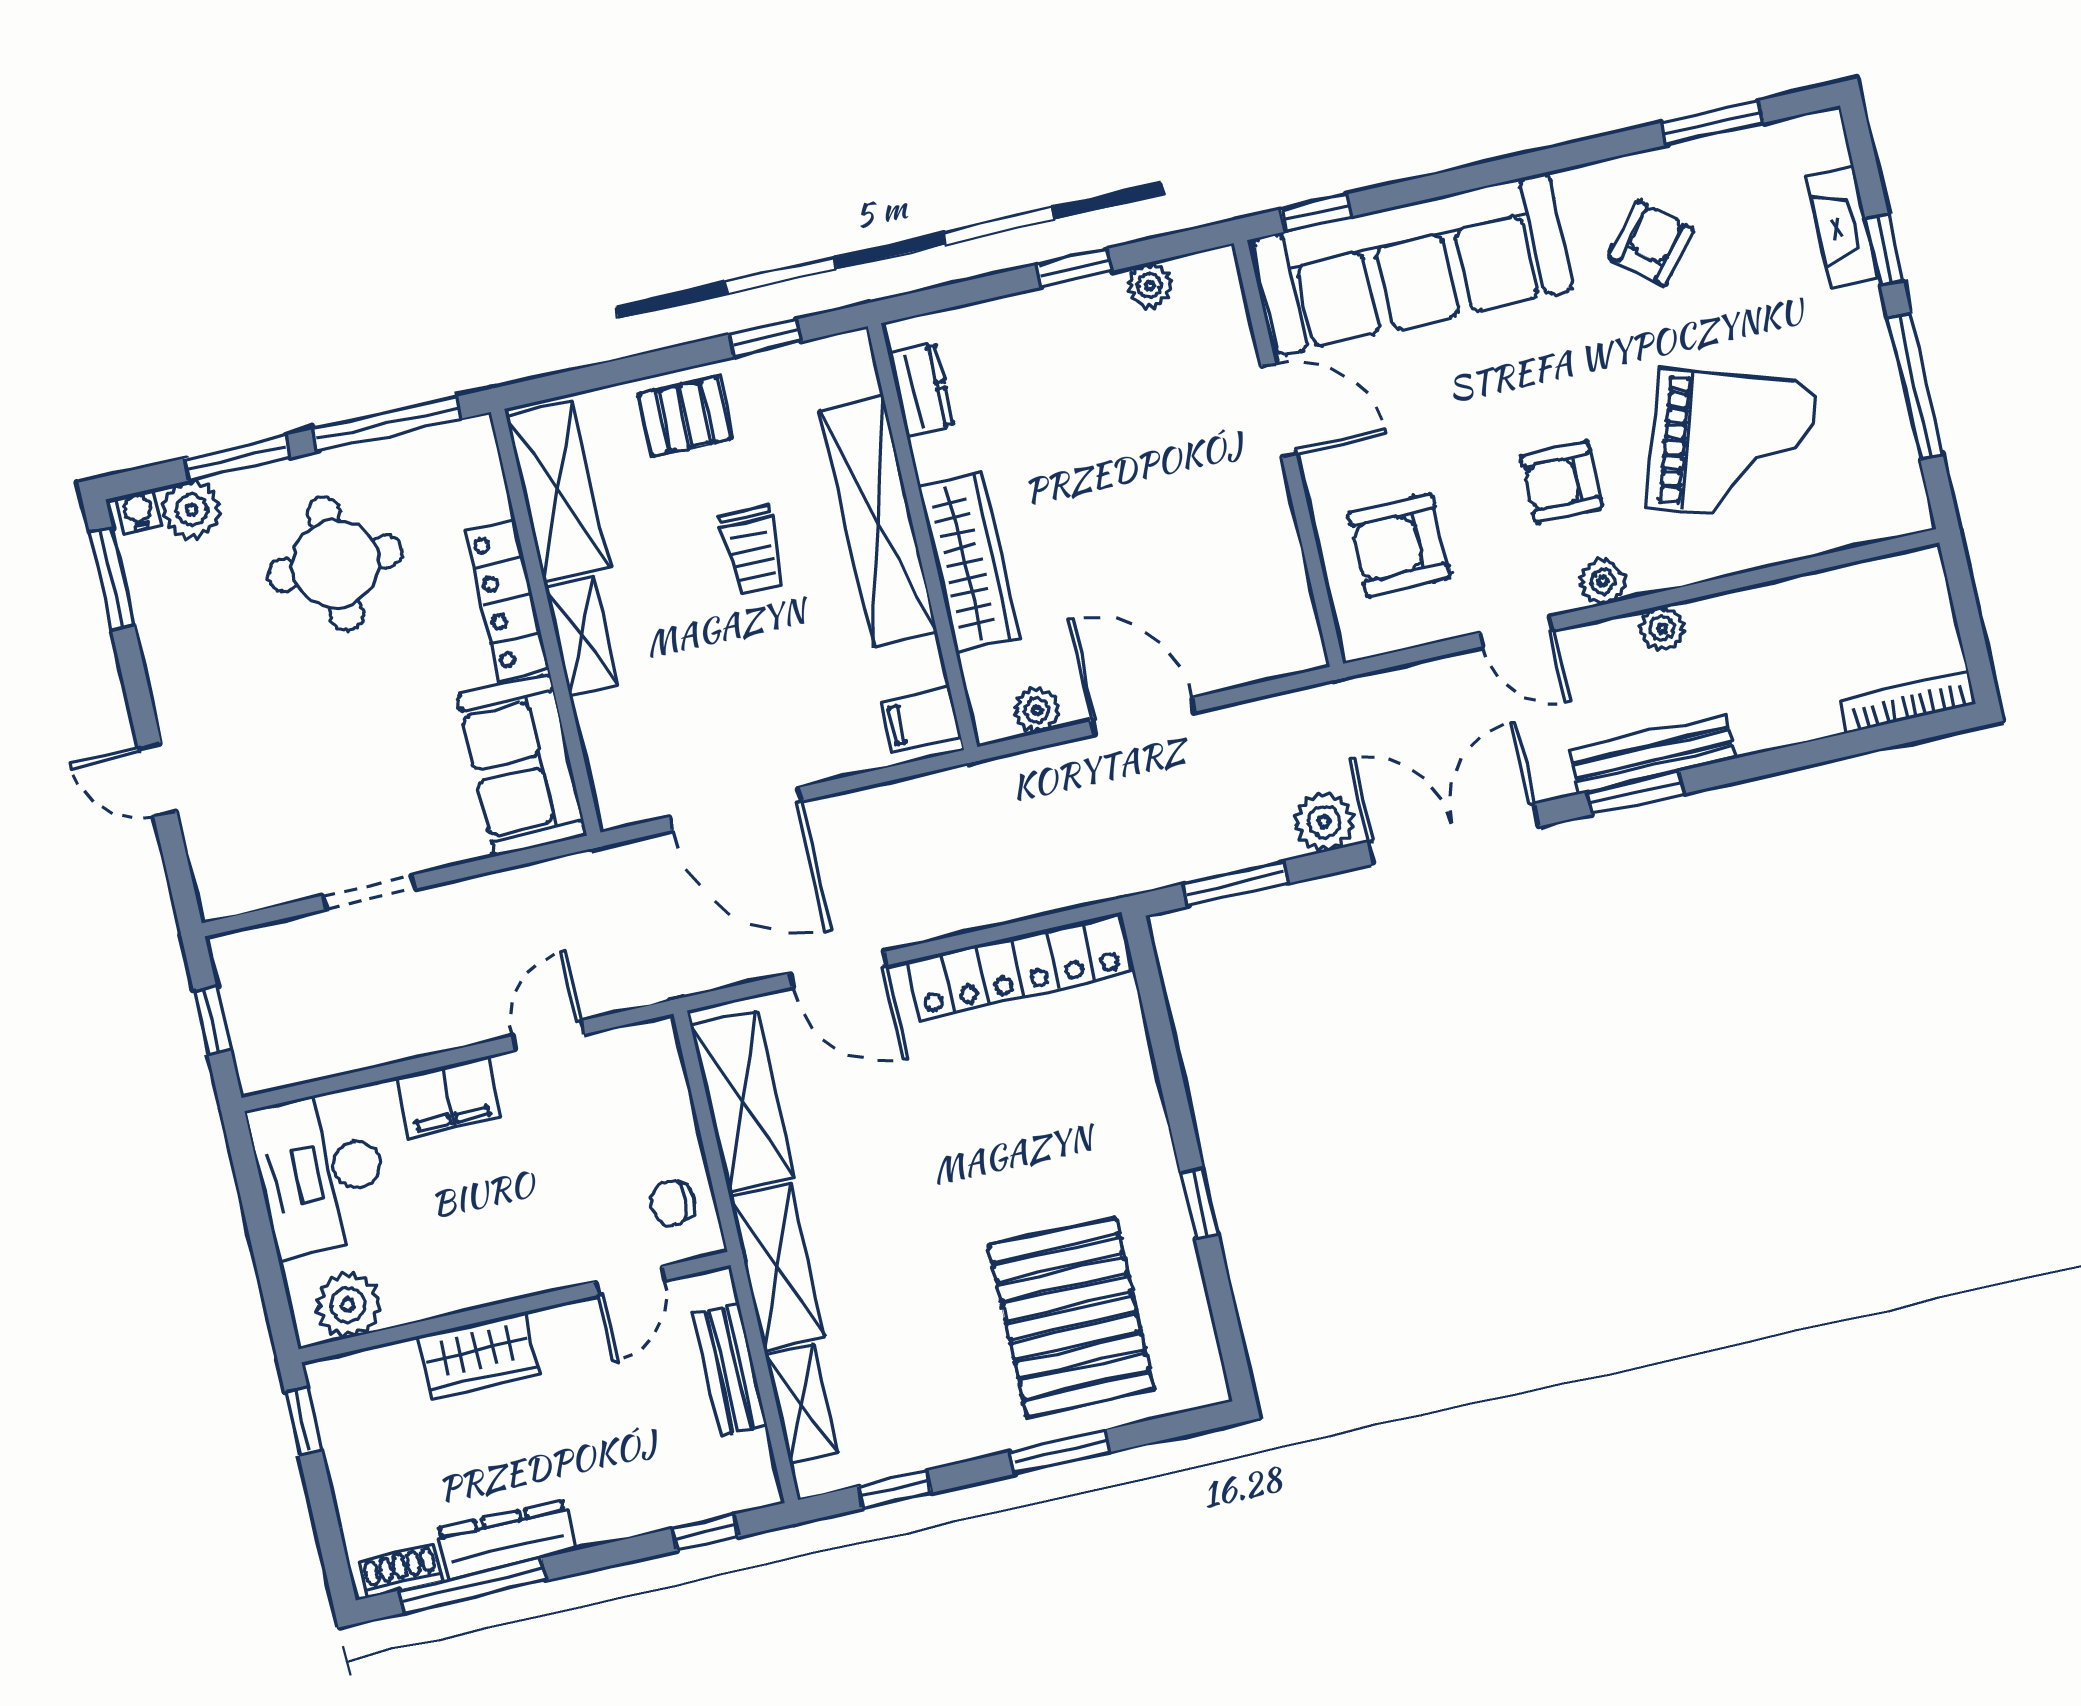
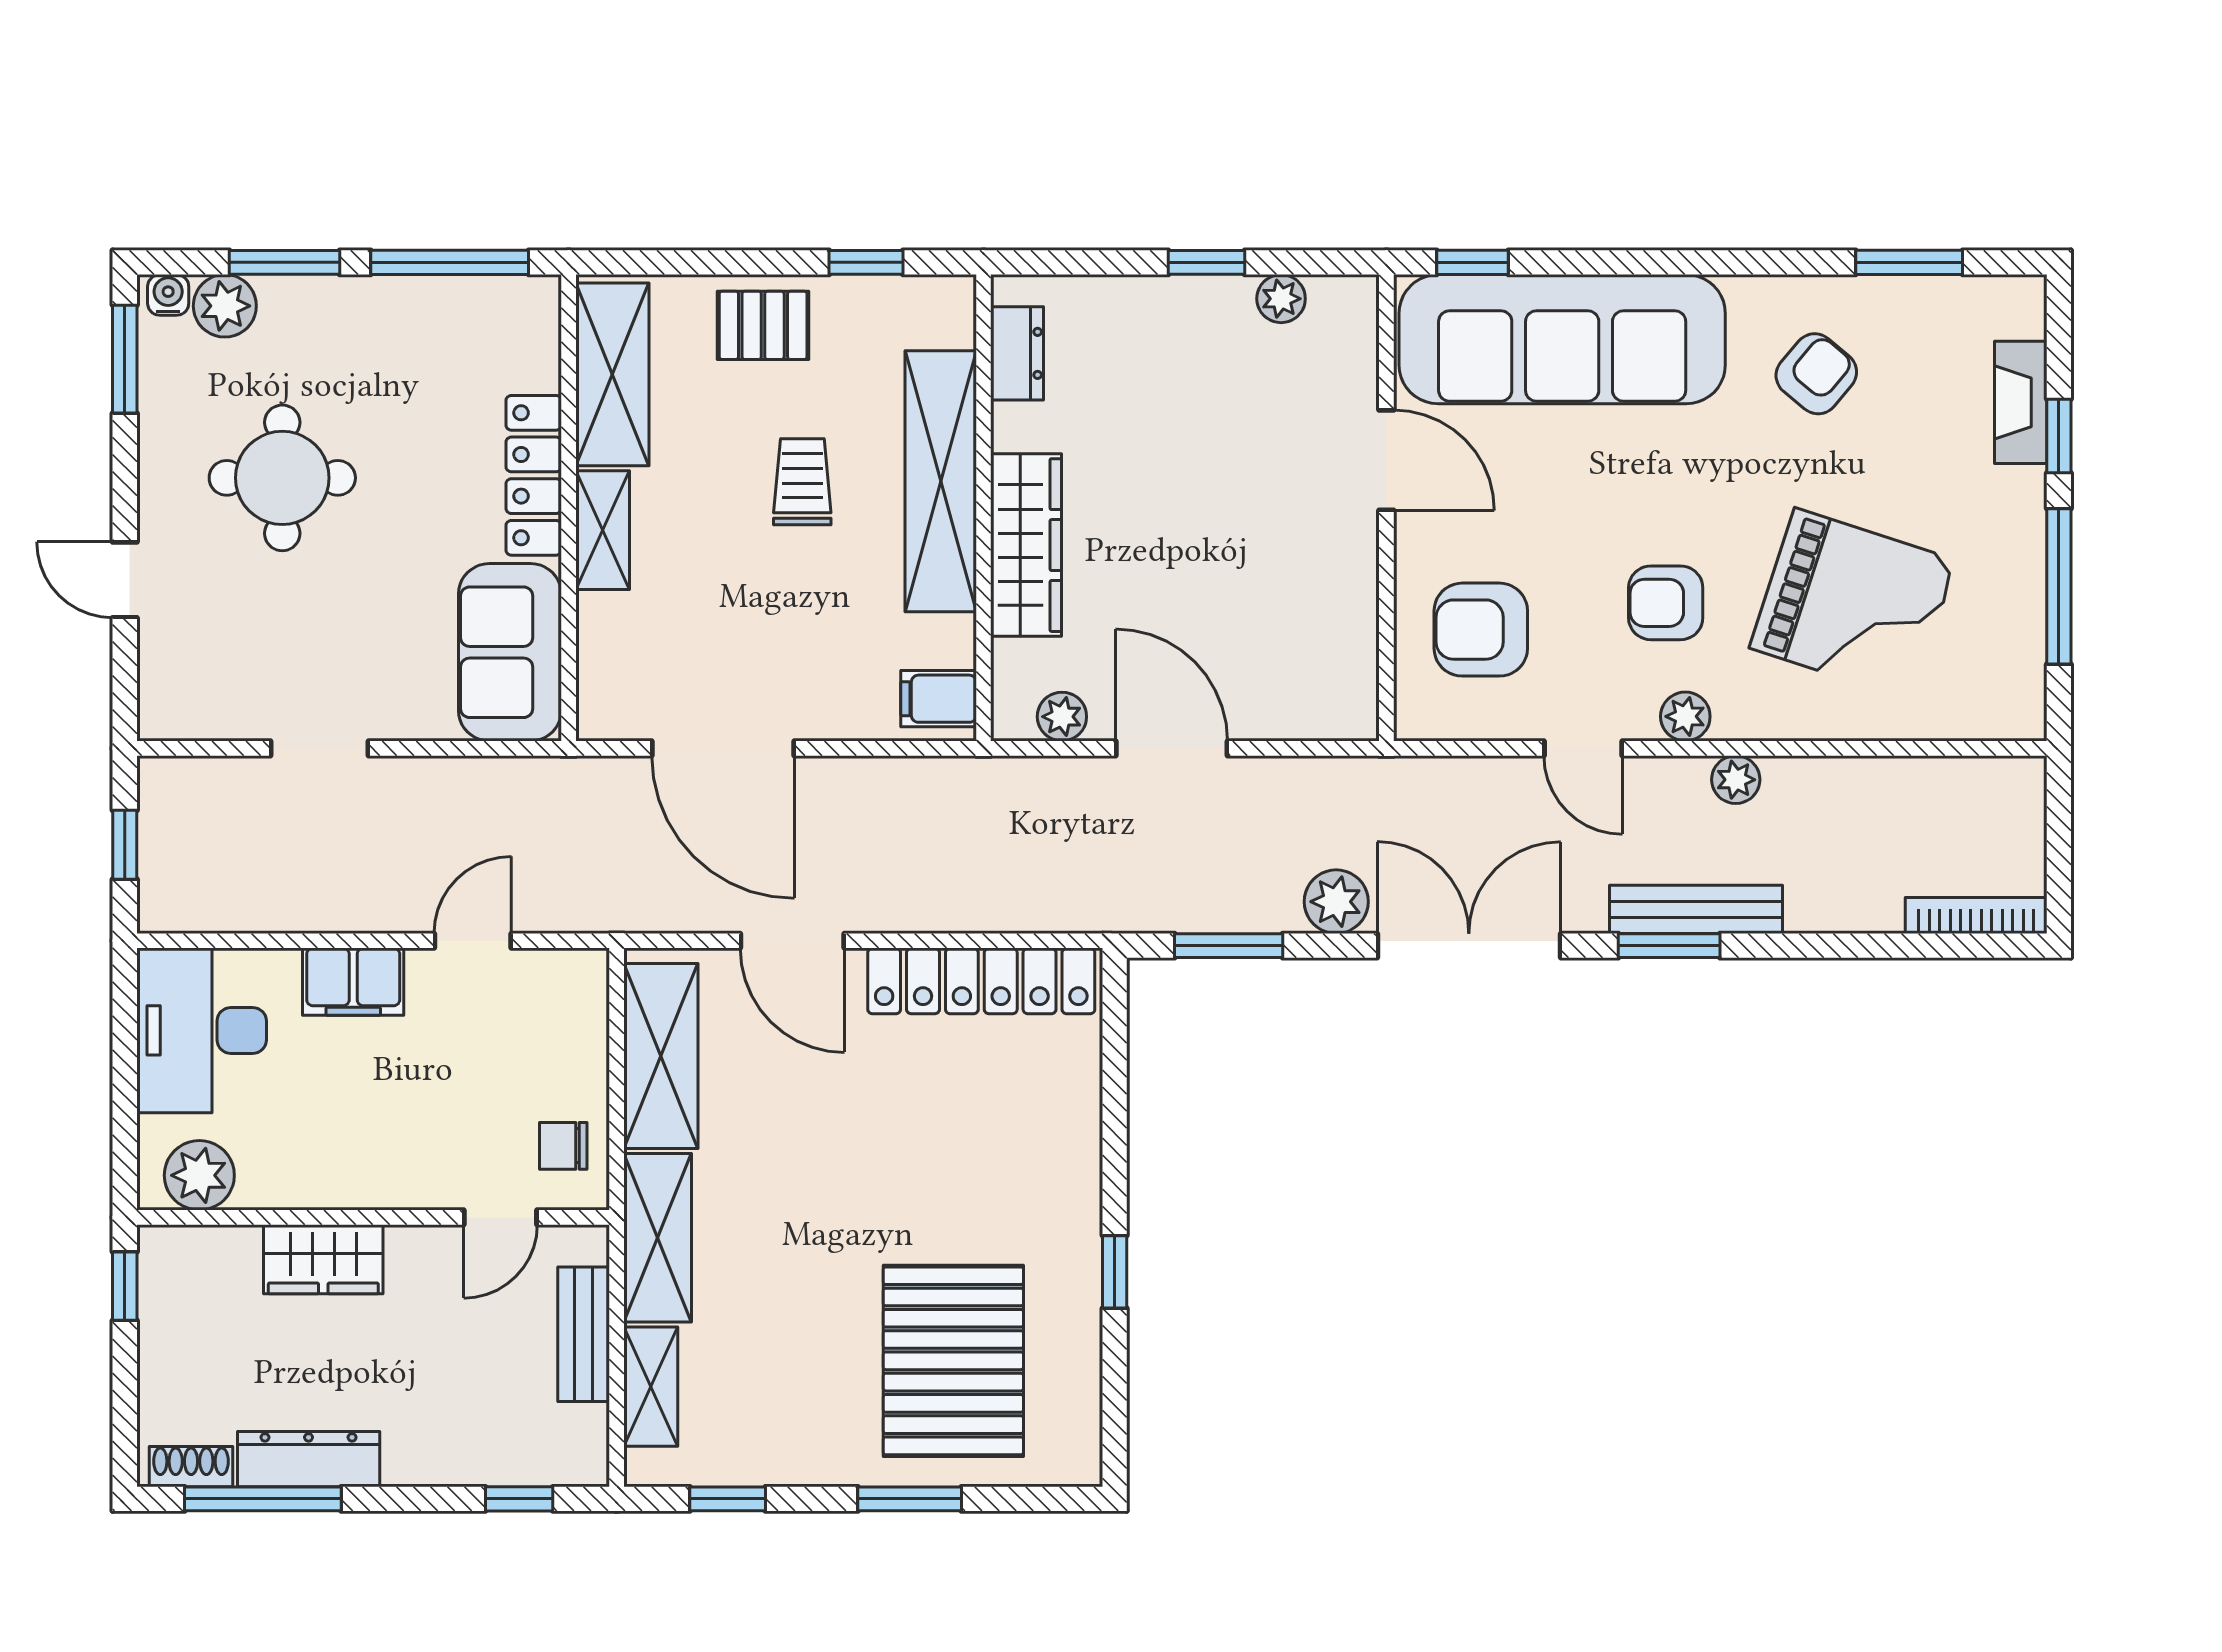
trolley: (753, 550) -> (802, 482), turned 180
round table: (335, 564) -> (282, 478), moved

